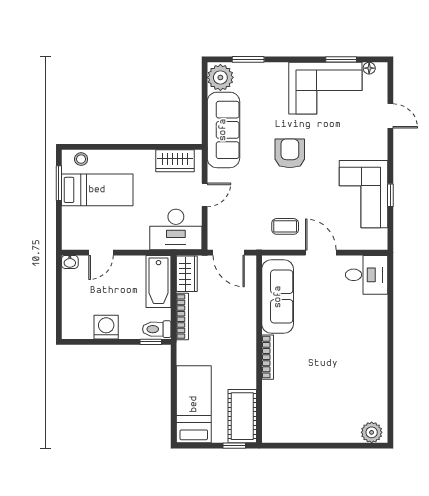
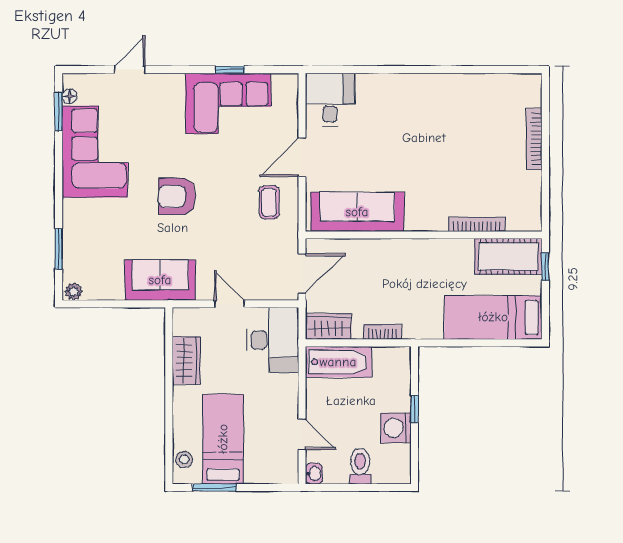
window: (341, 59) -> (59, 112), moved
plant: (220, 77) -> (74, 292), width x0.53, depth x0.53
sofa: (223, 130) -> (160, 280), width x0.73
wardrobe: (175, 161) -> (186, 360), moved
bookcase: (182, 317) -> (383, 332), width x0.64
toilet: (157, 329) -> (360, 466), moved, turned 180
window: (151, 342) -> (414, 409), moved
bookcase: (268, 357) -> (477, 224), moved
plant: (372, 432) -> (529, 93), removed
bookcase: (335, 437) -> (534, 139), added

